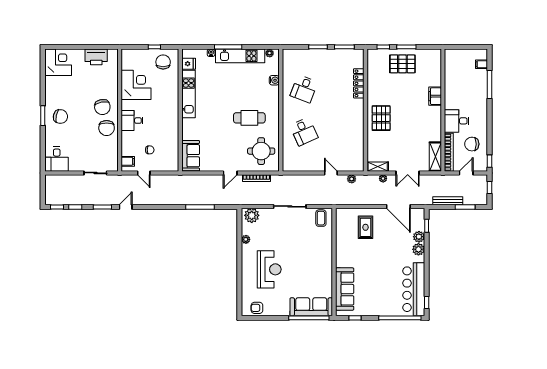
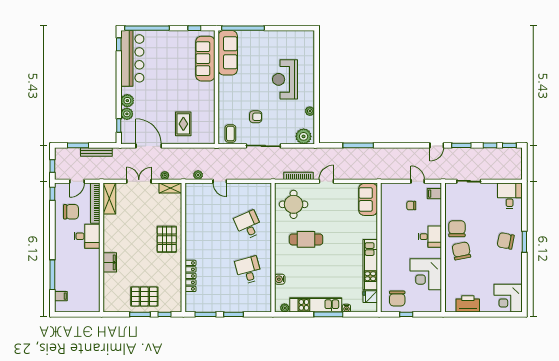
desk: (304, 89) -> (248, 270), turned -36
sofa: (311, 307) -> (228, 53), moved, turned -90
armchair: (257, 308) -> (256, 117), moved

